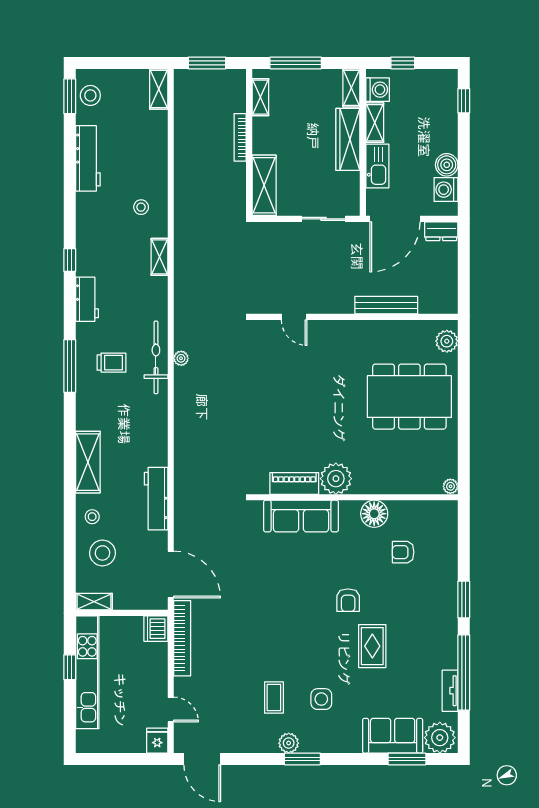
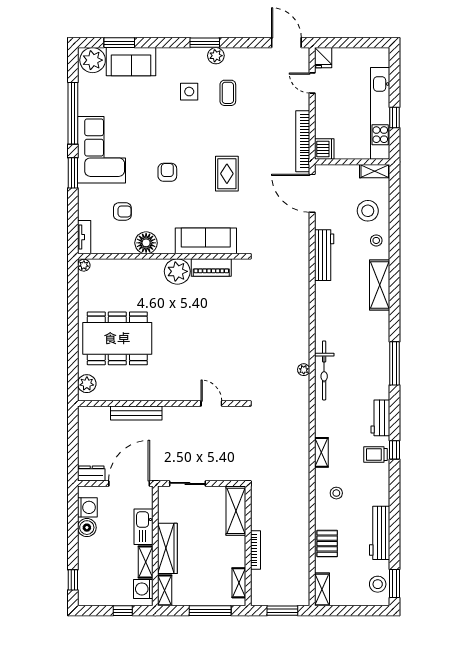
pallet: (152, 145) -> (327, 544), added
trolley: (111, 363) -> (376, 454), moved
corner sofa: (429, 628) -> (101, 150), added
rug: (372, 646) -> (227, 174), moved
tv unit: (450, 691) -> (84, 237), moved

